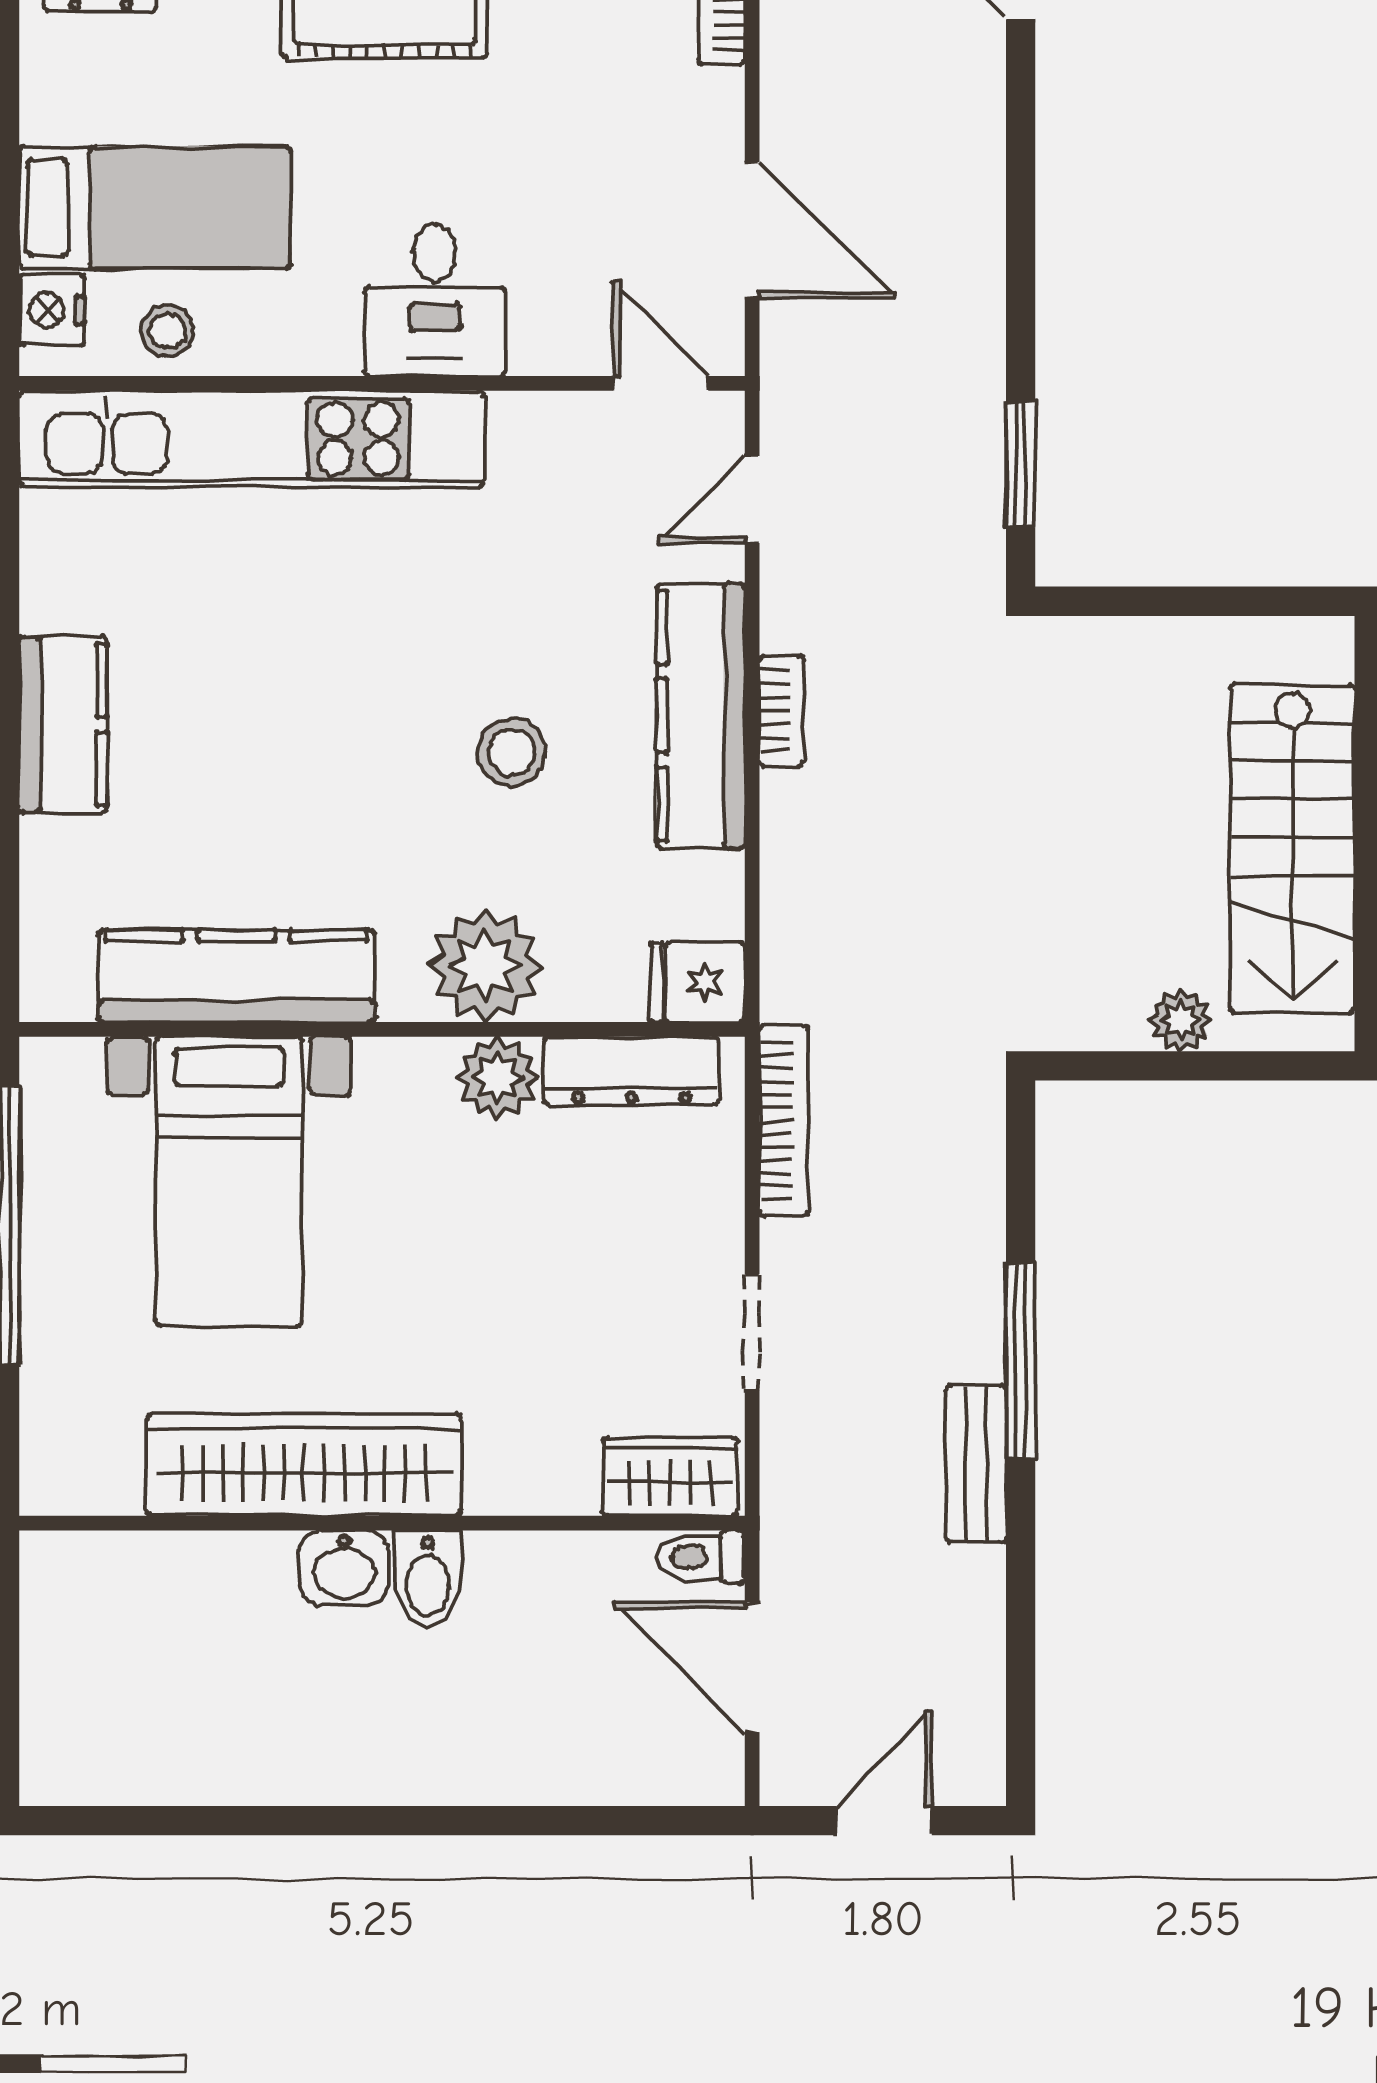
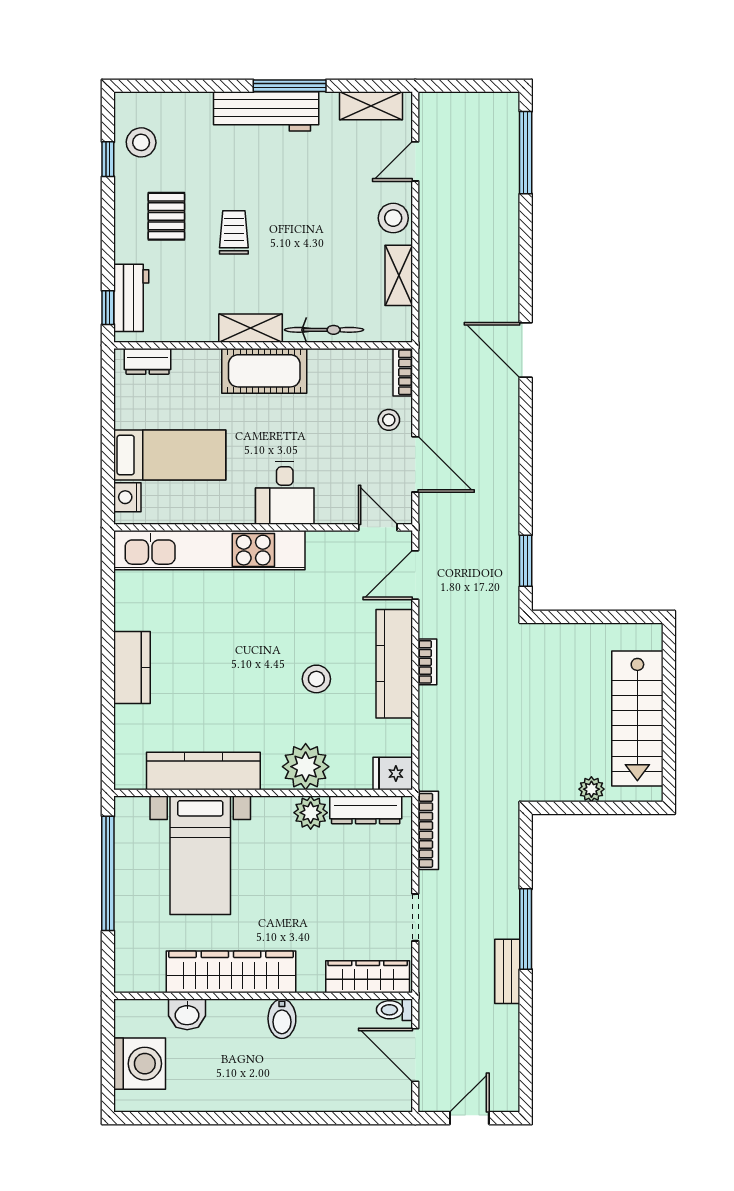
stool: (167, 331) -> (389, 420), moved
door: (752, 499) -> (415, 575), width x1.37
wardrobe: (670, 1477) -> (368, 977), width x1.50
washbasin: (344, 1568) -> (187, 1014), moved
washing machine: (82, 1688) -> (140, 1064), added

